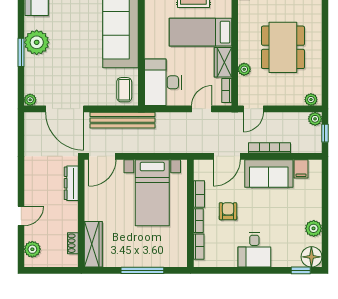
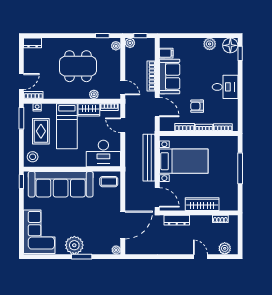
window: (325, 81) -> (102, 36), added
bench: (122, 120) -> (149, 158), moved
wardrobe: (93, 244) -> (202, 204), moved

